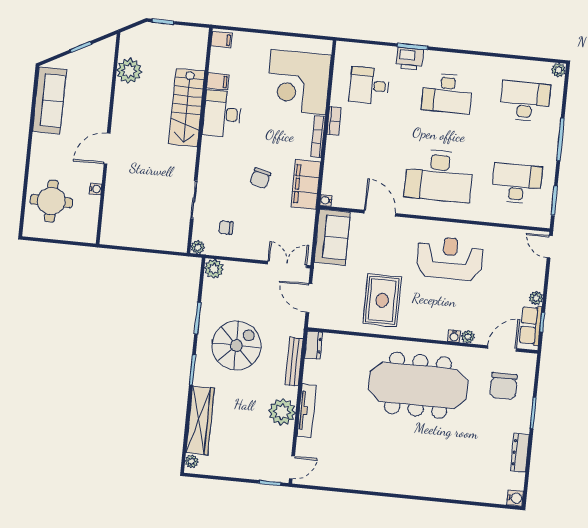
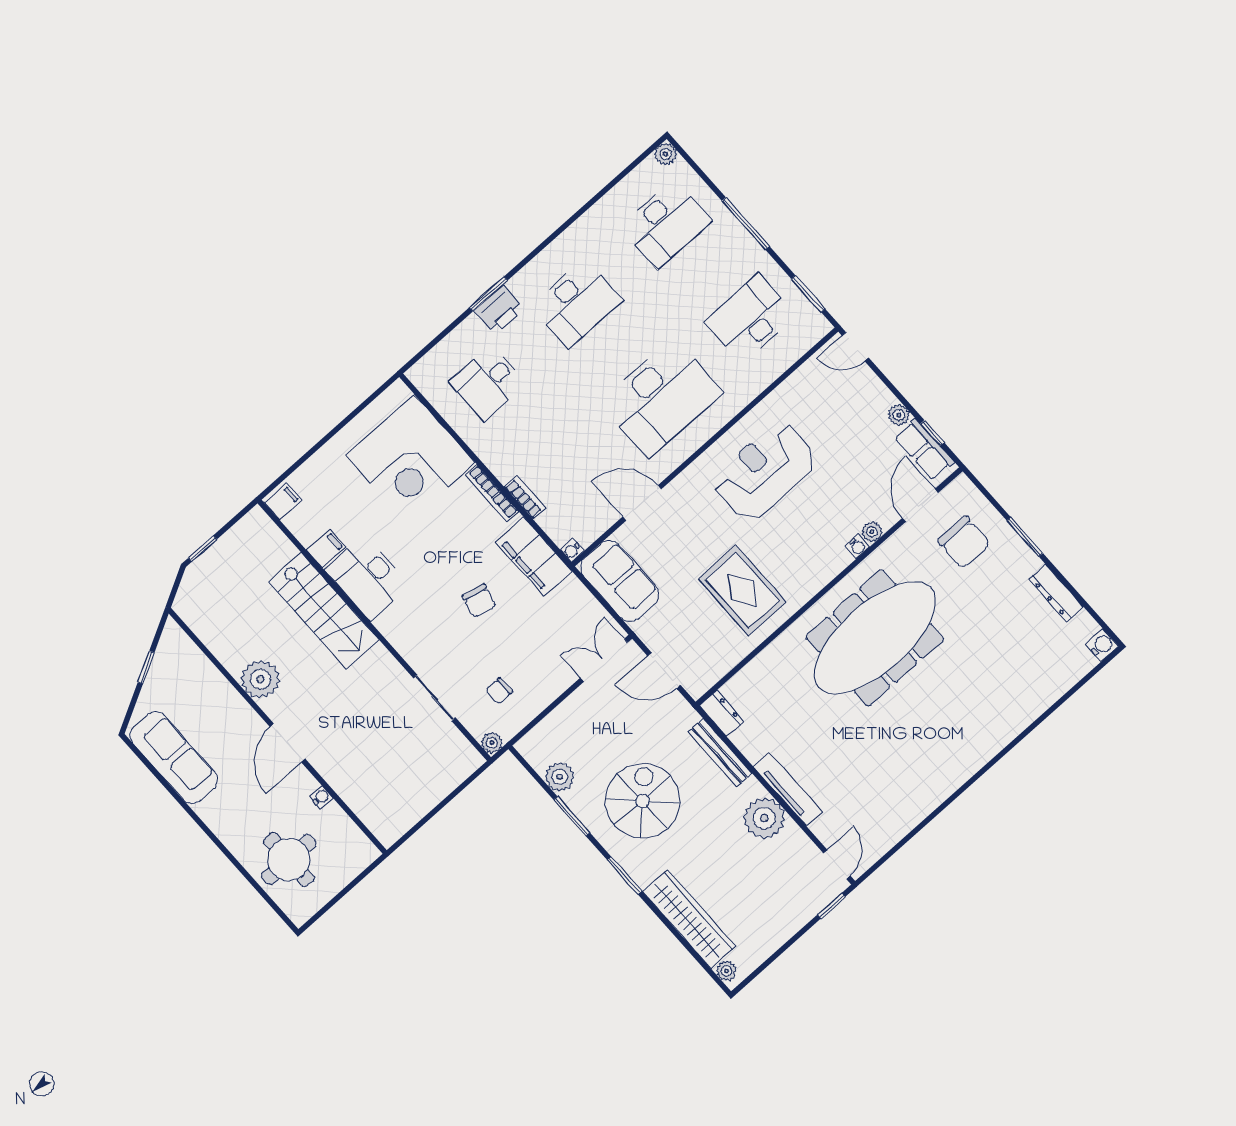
plant: (129, 71) -> (260, 679), moved
desk: (525, 101) -> (666, 224), turned 180
bookcase: (334, 121) -> (525, 497), moved
plant: (214, 269) -> (560, 777), moved

